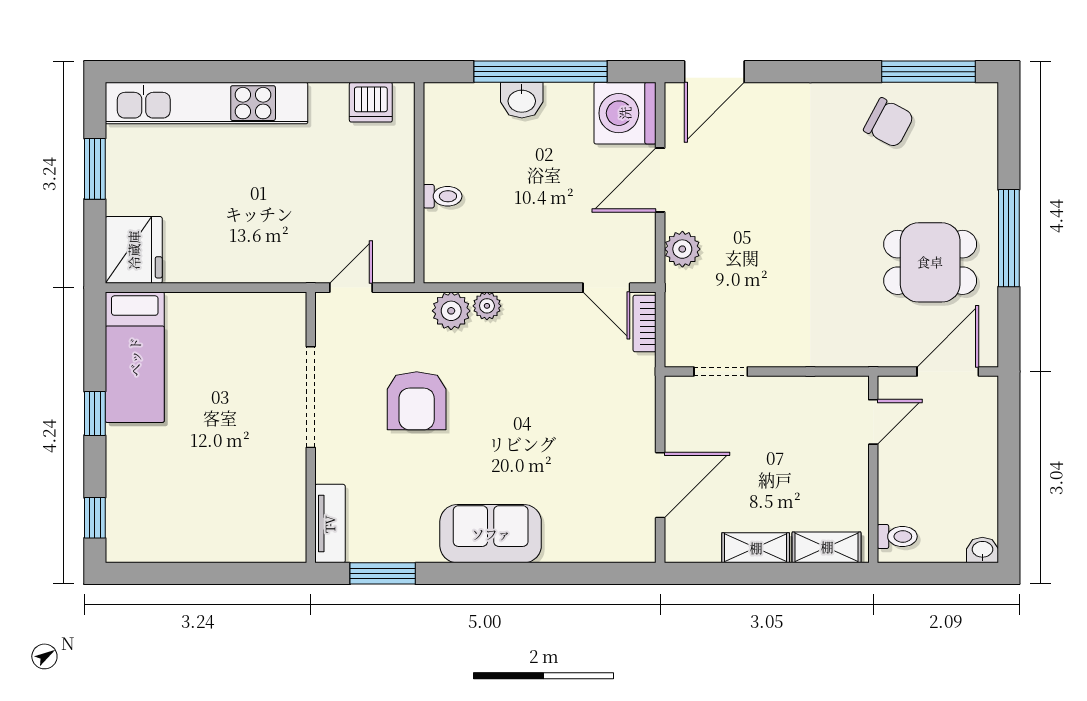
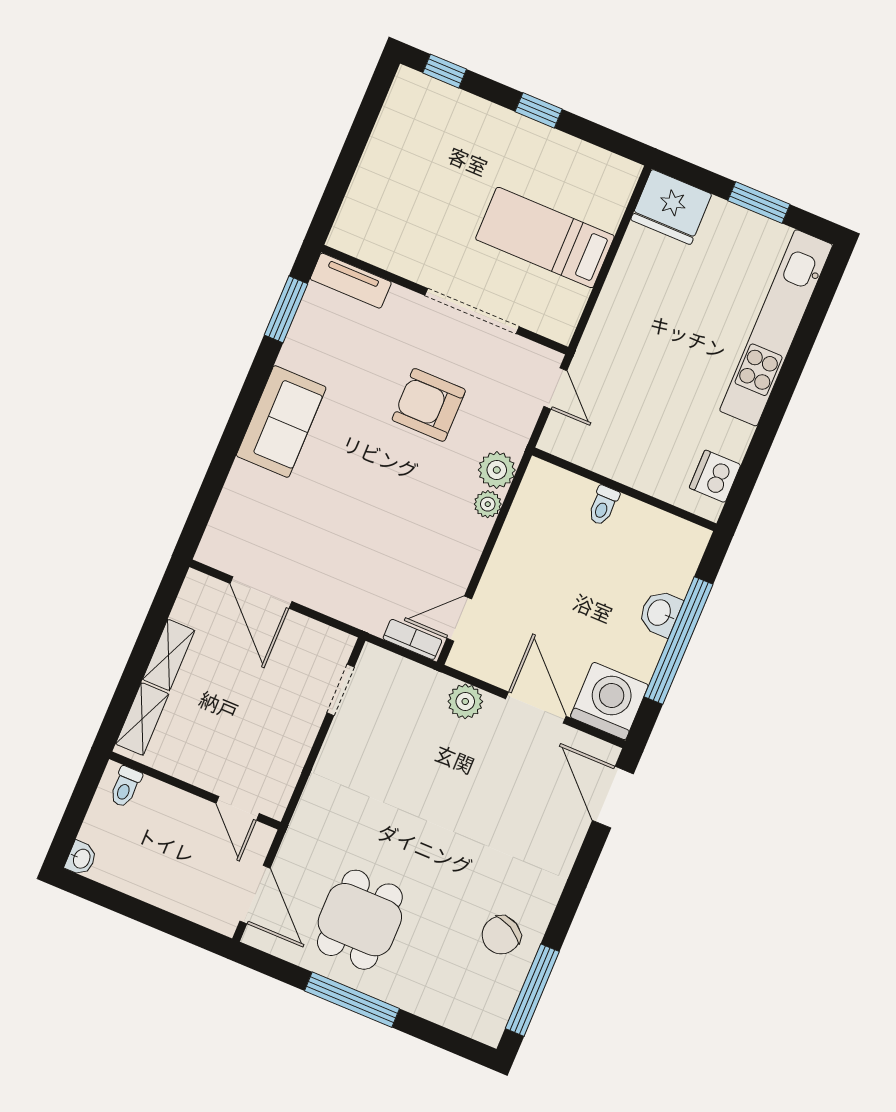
bed: (135, 357) -> (545, 237), moved

